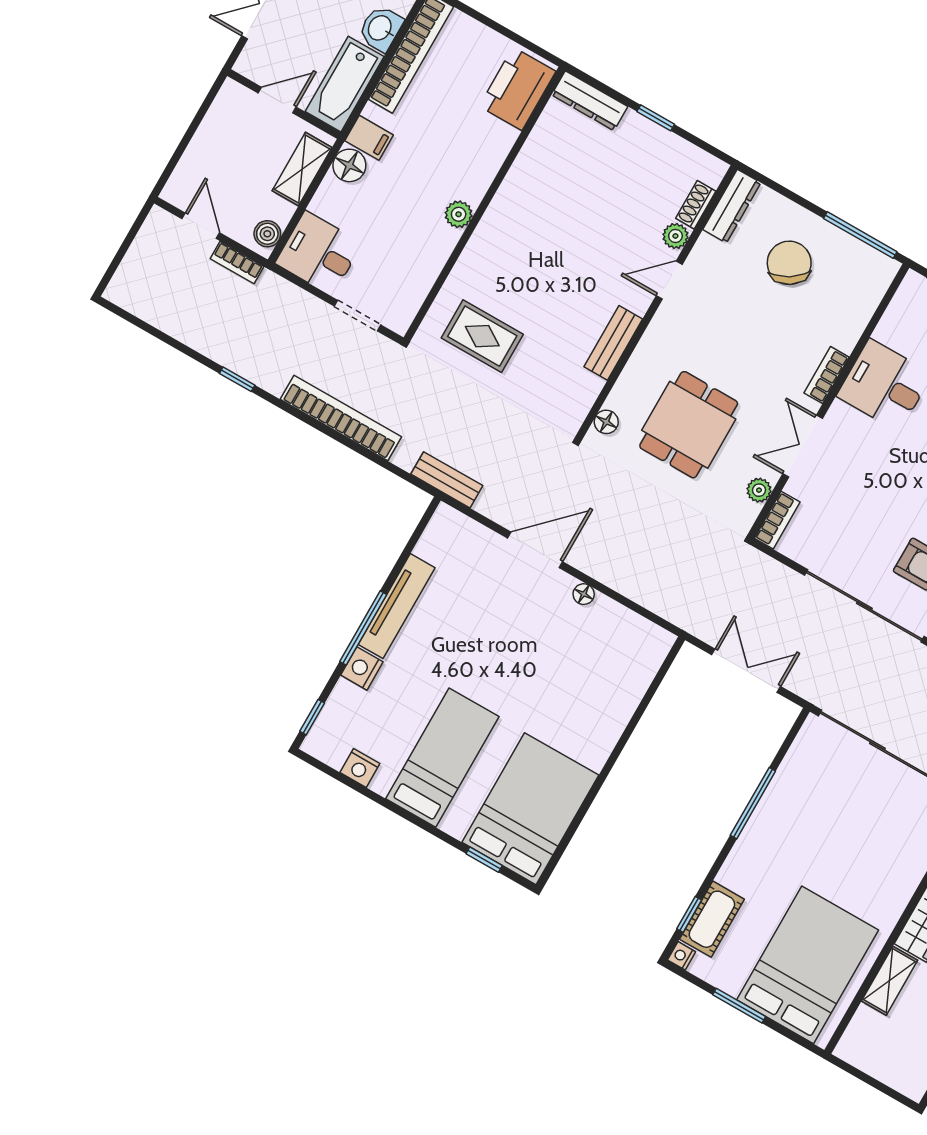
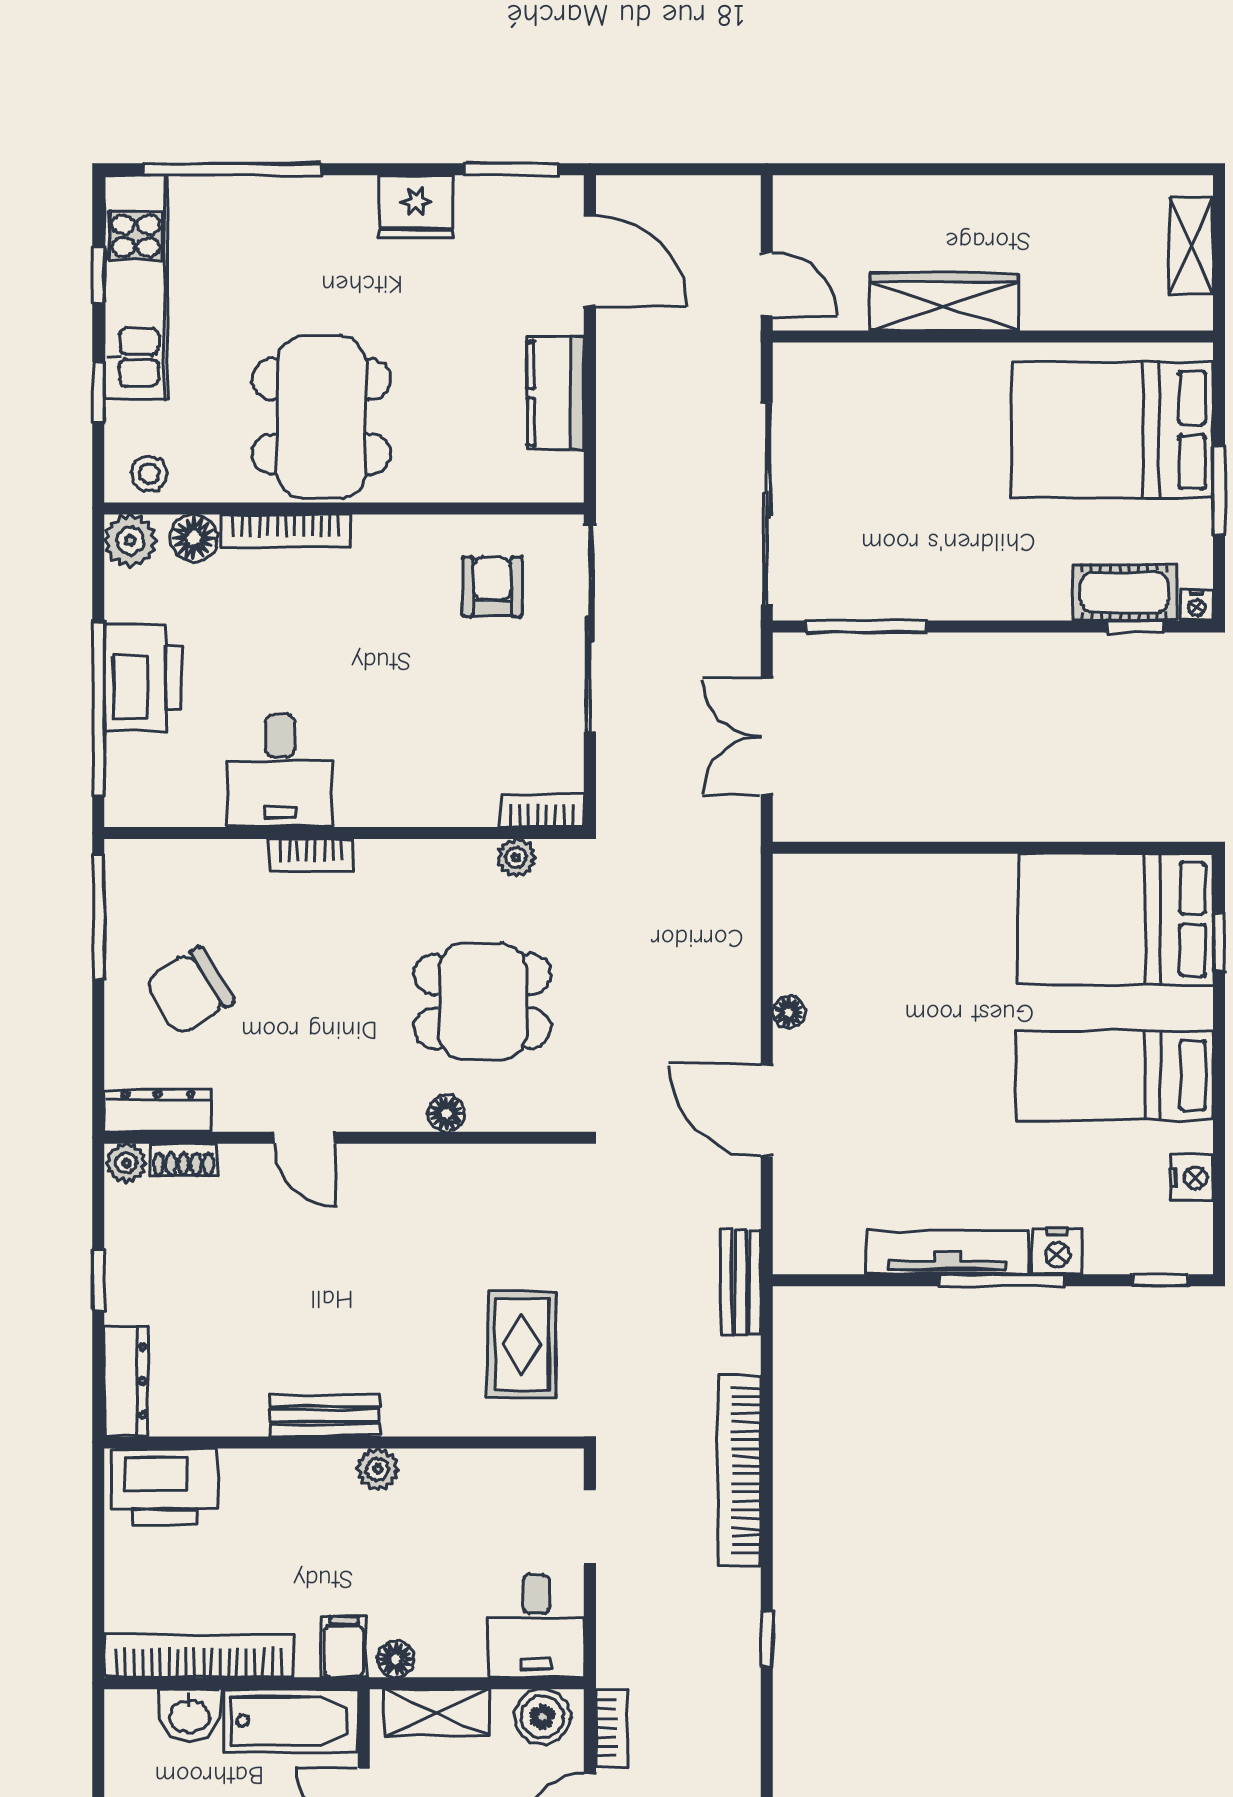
floor lamp: (349, 165) -> (396, 1659), width x0.73, depth x0.73
boiler: (267, 234) -> (542, 1717), width x1.36, depth x1.36
plant: (675, 236) -> (126, 1163), moved
bench: (613, 343) -> (325, 1416), moved
floor lamp: (606, 422) -> (446, 1114), moved
double door: (803, 446) -> (424, 833), removed
window: (753, 803) -> (866, 626), moved
shelving: (889, 981) -> (1191, 245), moved, turned 90

